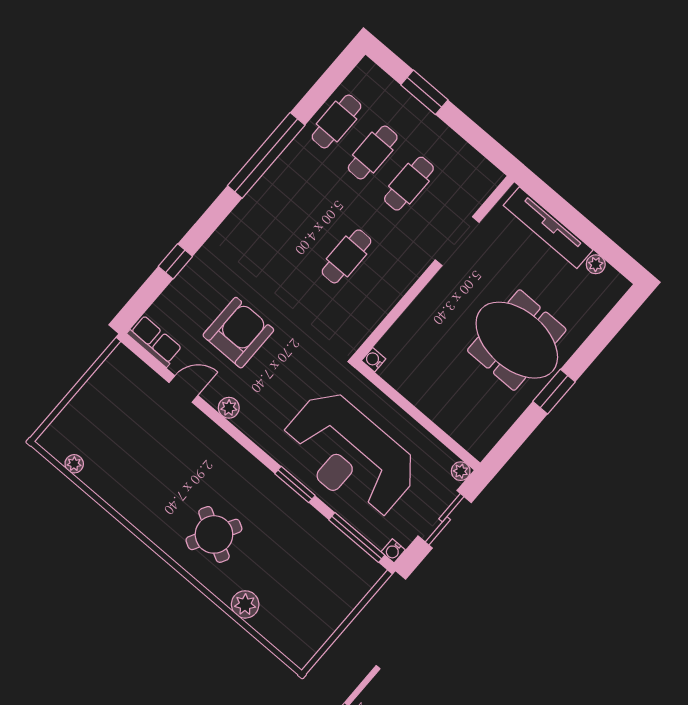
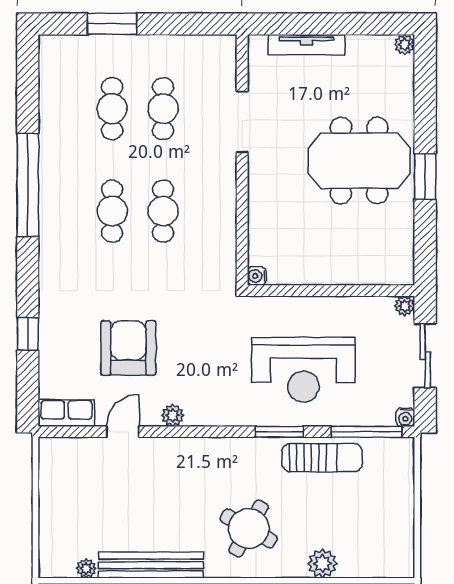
cafe table: (336, 121) -> (112, 211), moved
tv unit: (548, 228) -> (306, 45), width x0.73, depth x0.78
plant: (596, 264) -> (405, 44), moved
reception desk: (350, 455) -> (303, 370), width x0.74, depth x0.77
bench: (122, 501) -> (151, 565), added
sun lounger: (309, 529) -> (322, 458), added

